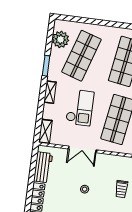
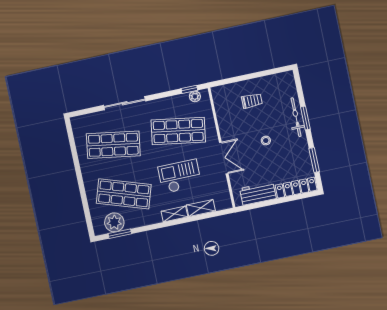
window: (46, 66) -> (120, 234), moved
shelving: (45, 131) -> (201, 208), moved

